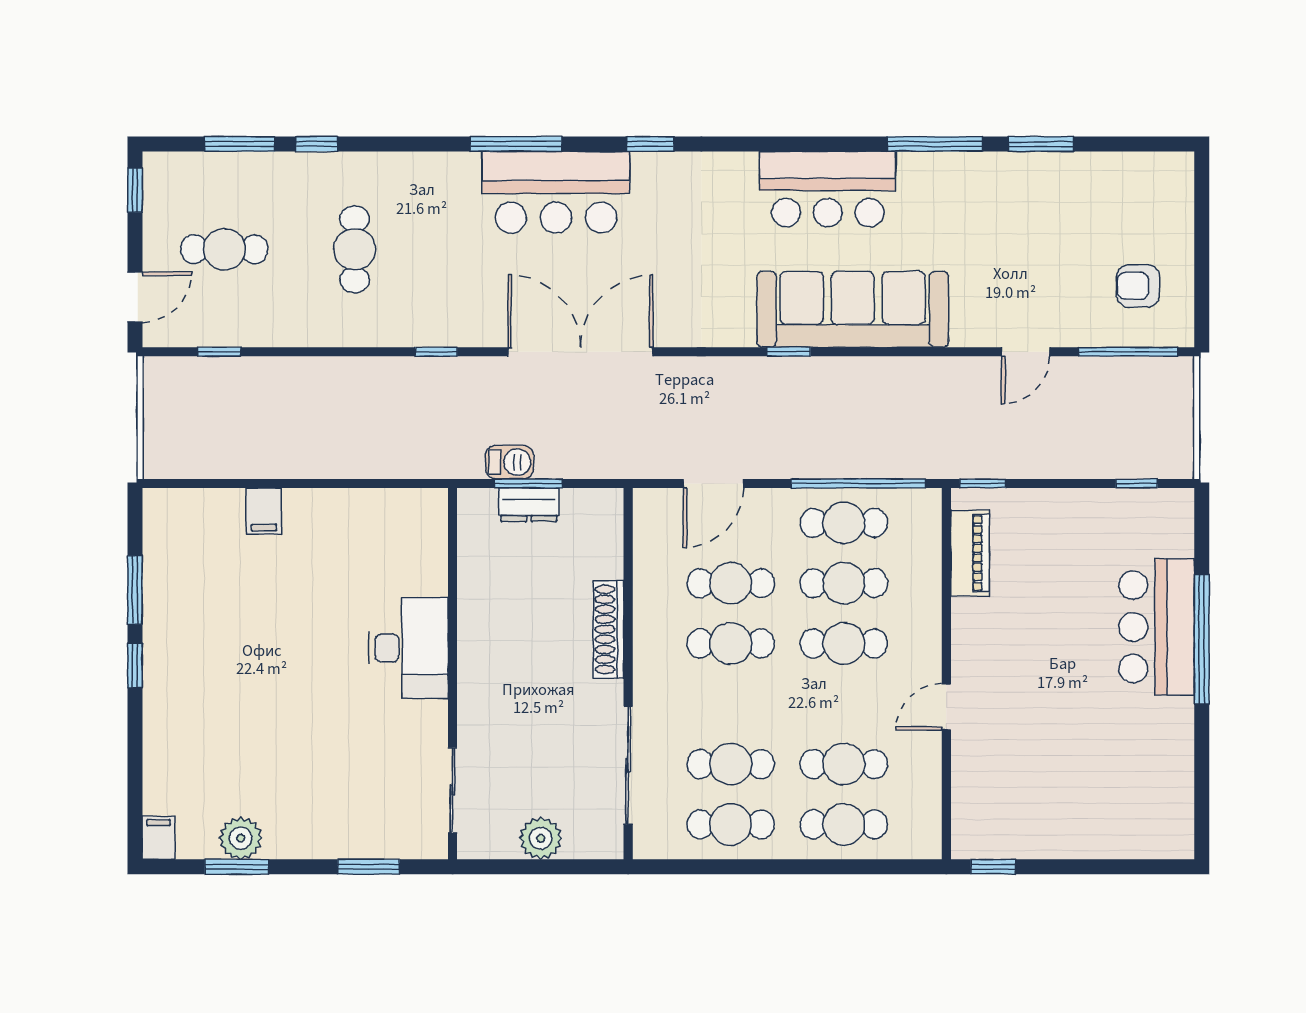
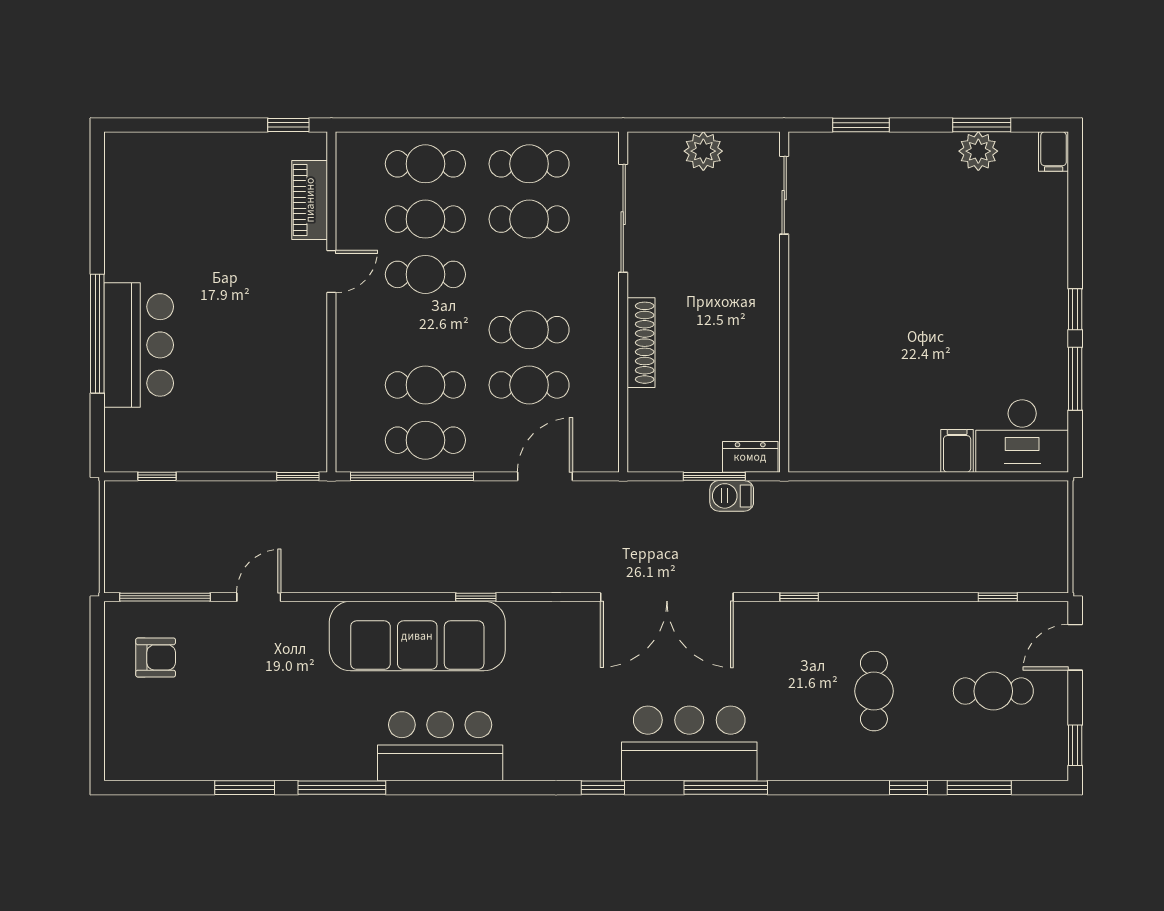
dresser: (529, 505) -> (750, 457), moved
piano: (970, 553) -> (310, 200), moved
cafe table: (844, 643) -> (425, 274), moved
desk: (408, 648) -> (1022, 436), moved, turned -90

